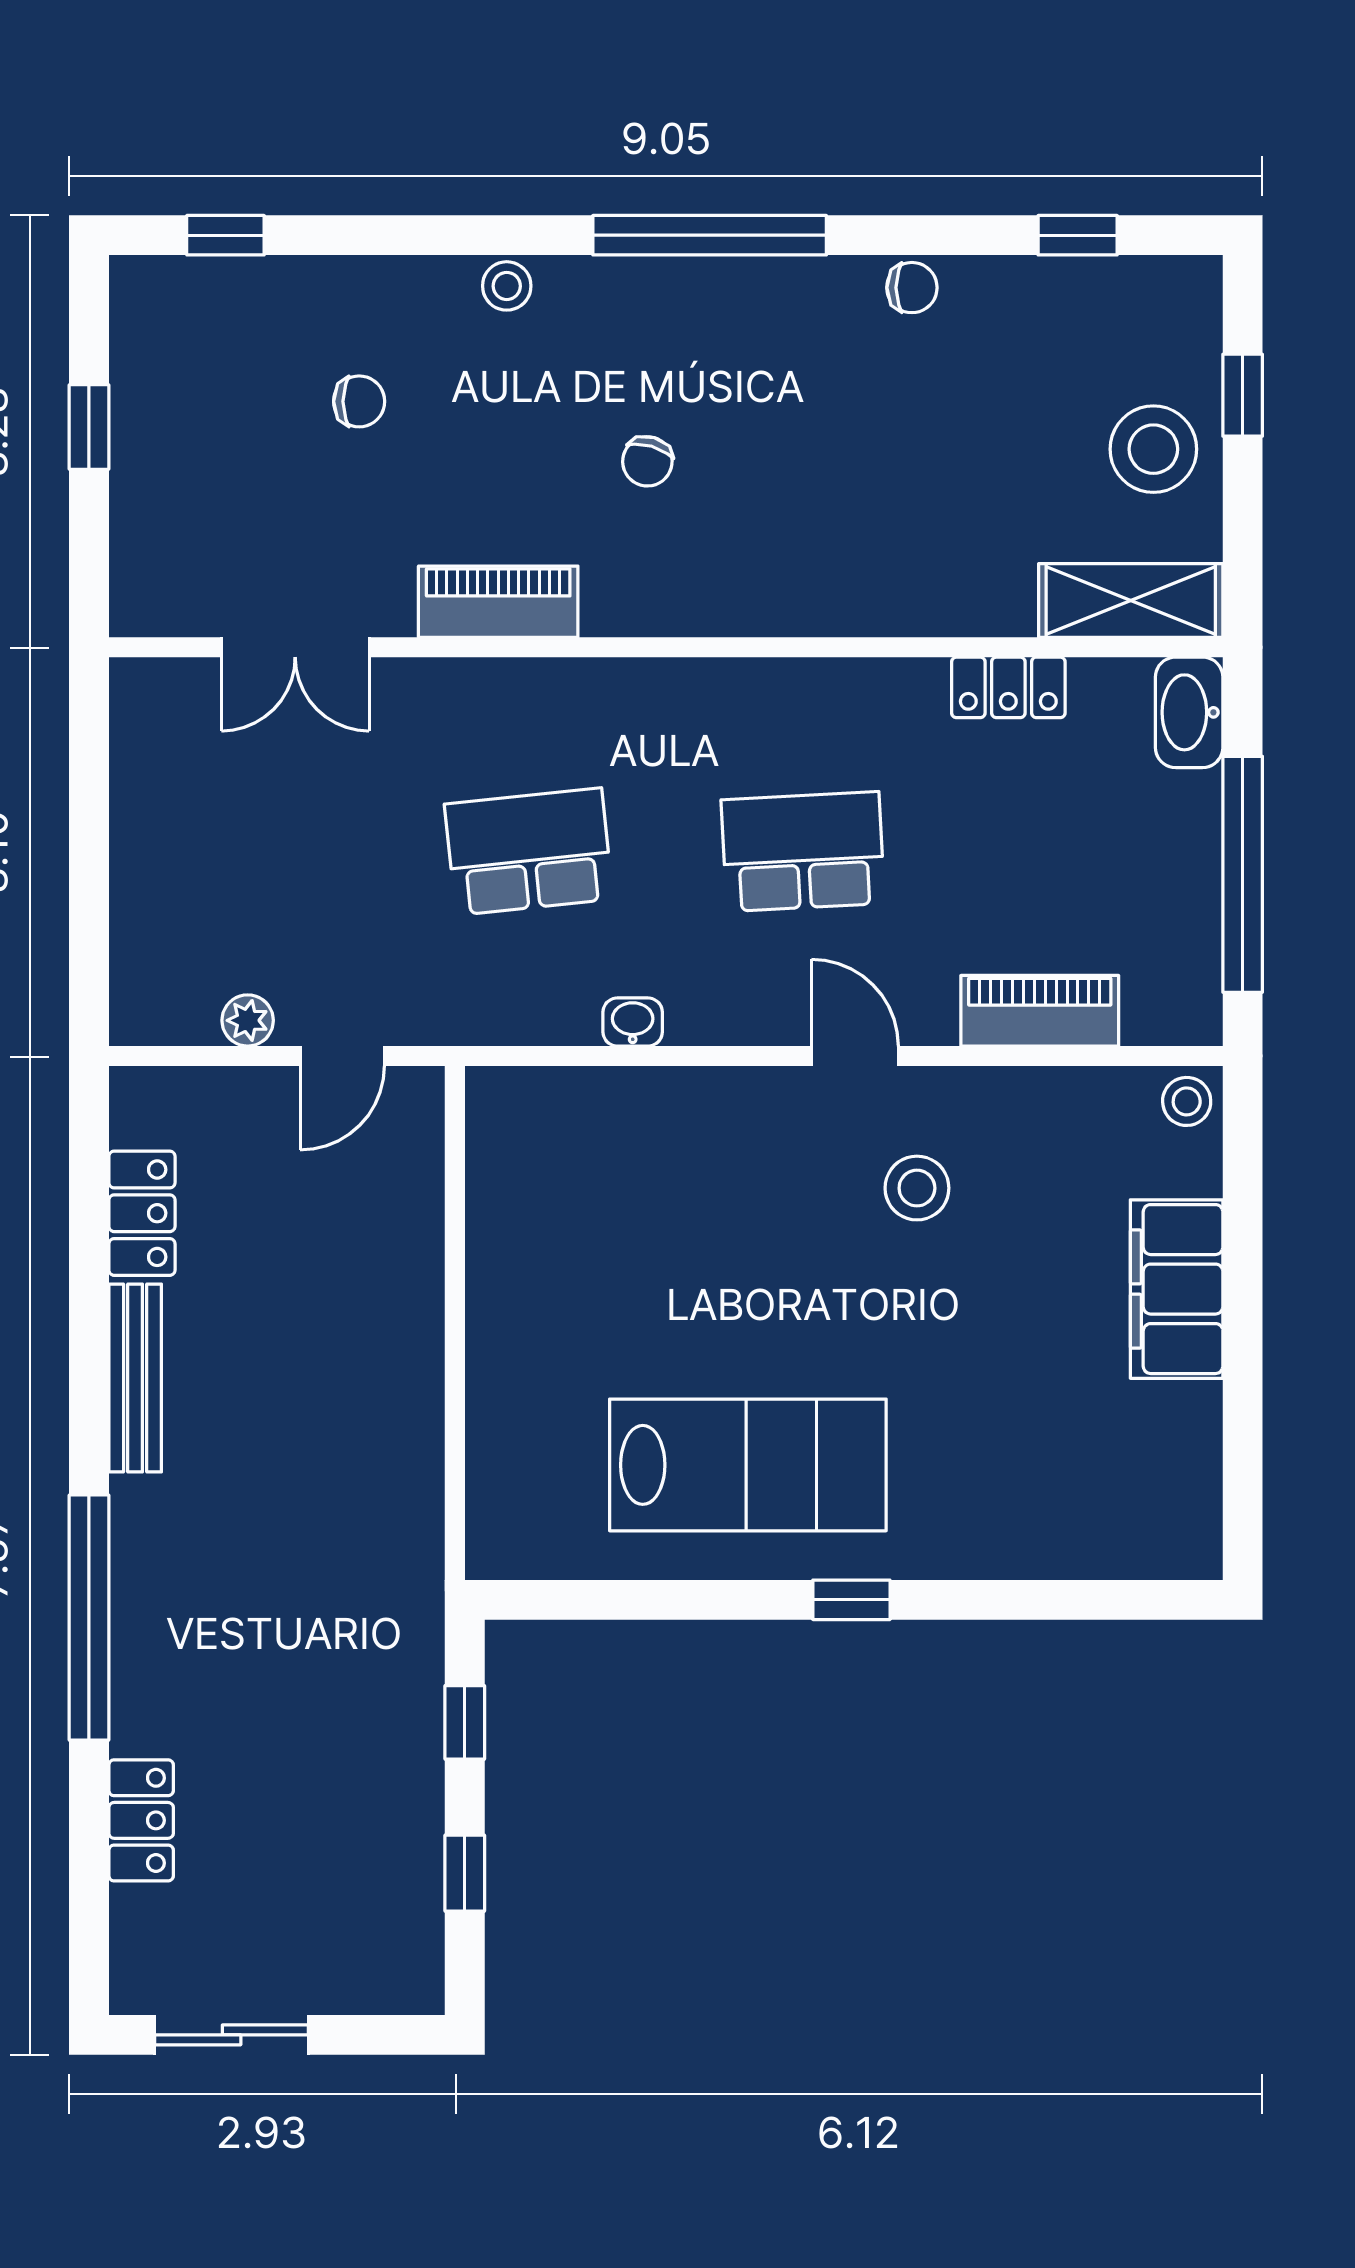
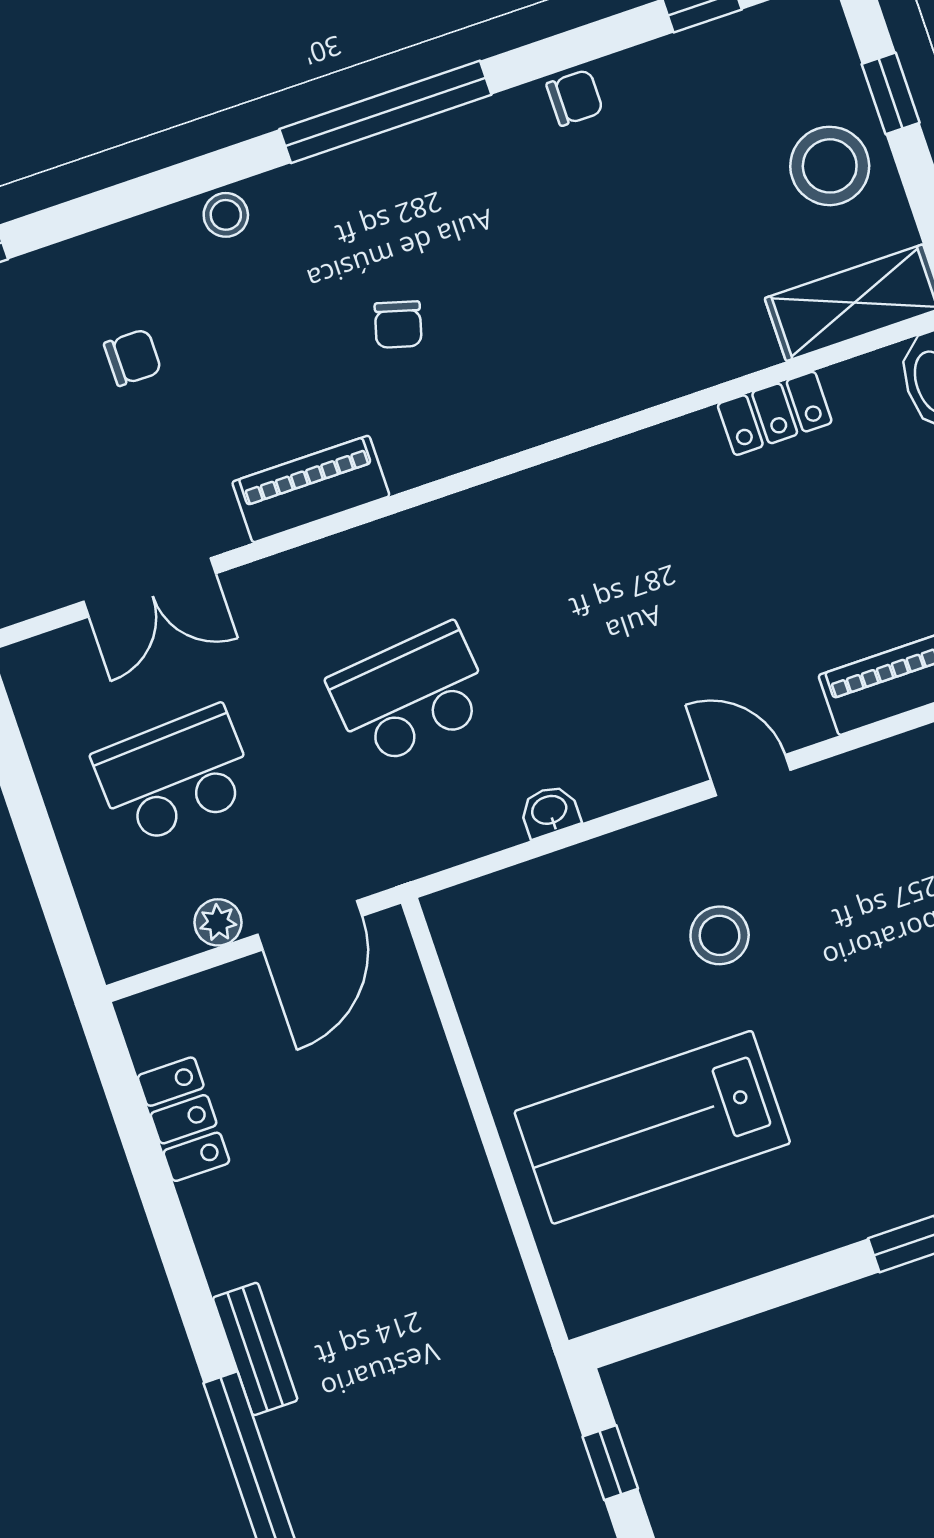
school desk: (803, 852) -> (175, 775), moved
door: (342, 1056) -> (310, 925), width x1.38
stool: (917, 1188) -> (720, 935), moved
bench: (135, 1378) -> (255, 1349), moved, width x0.73
lab bench: (748, 1465) -> (652, 1127), moved, turned 180

